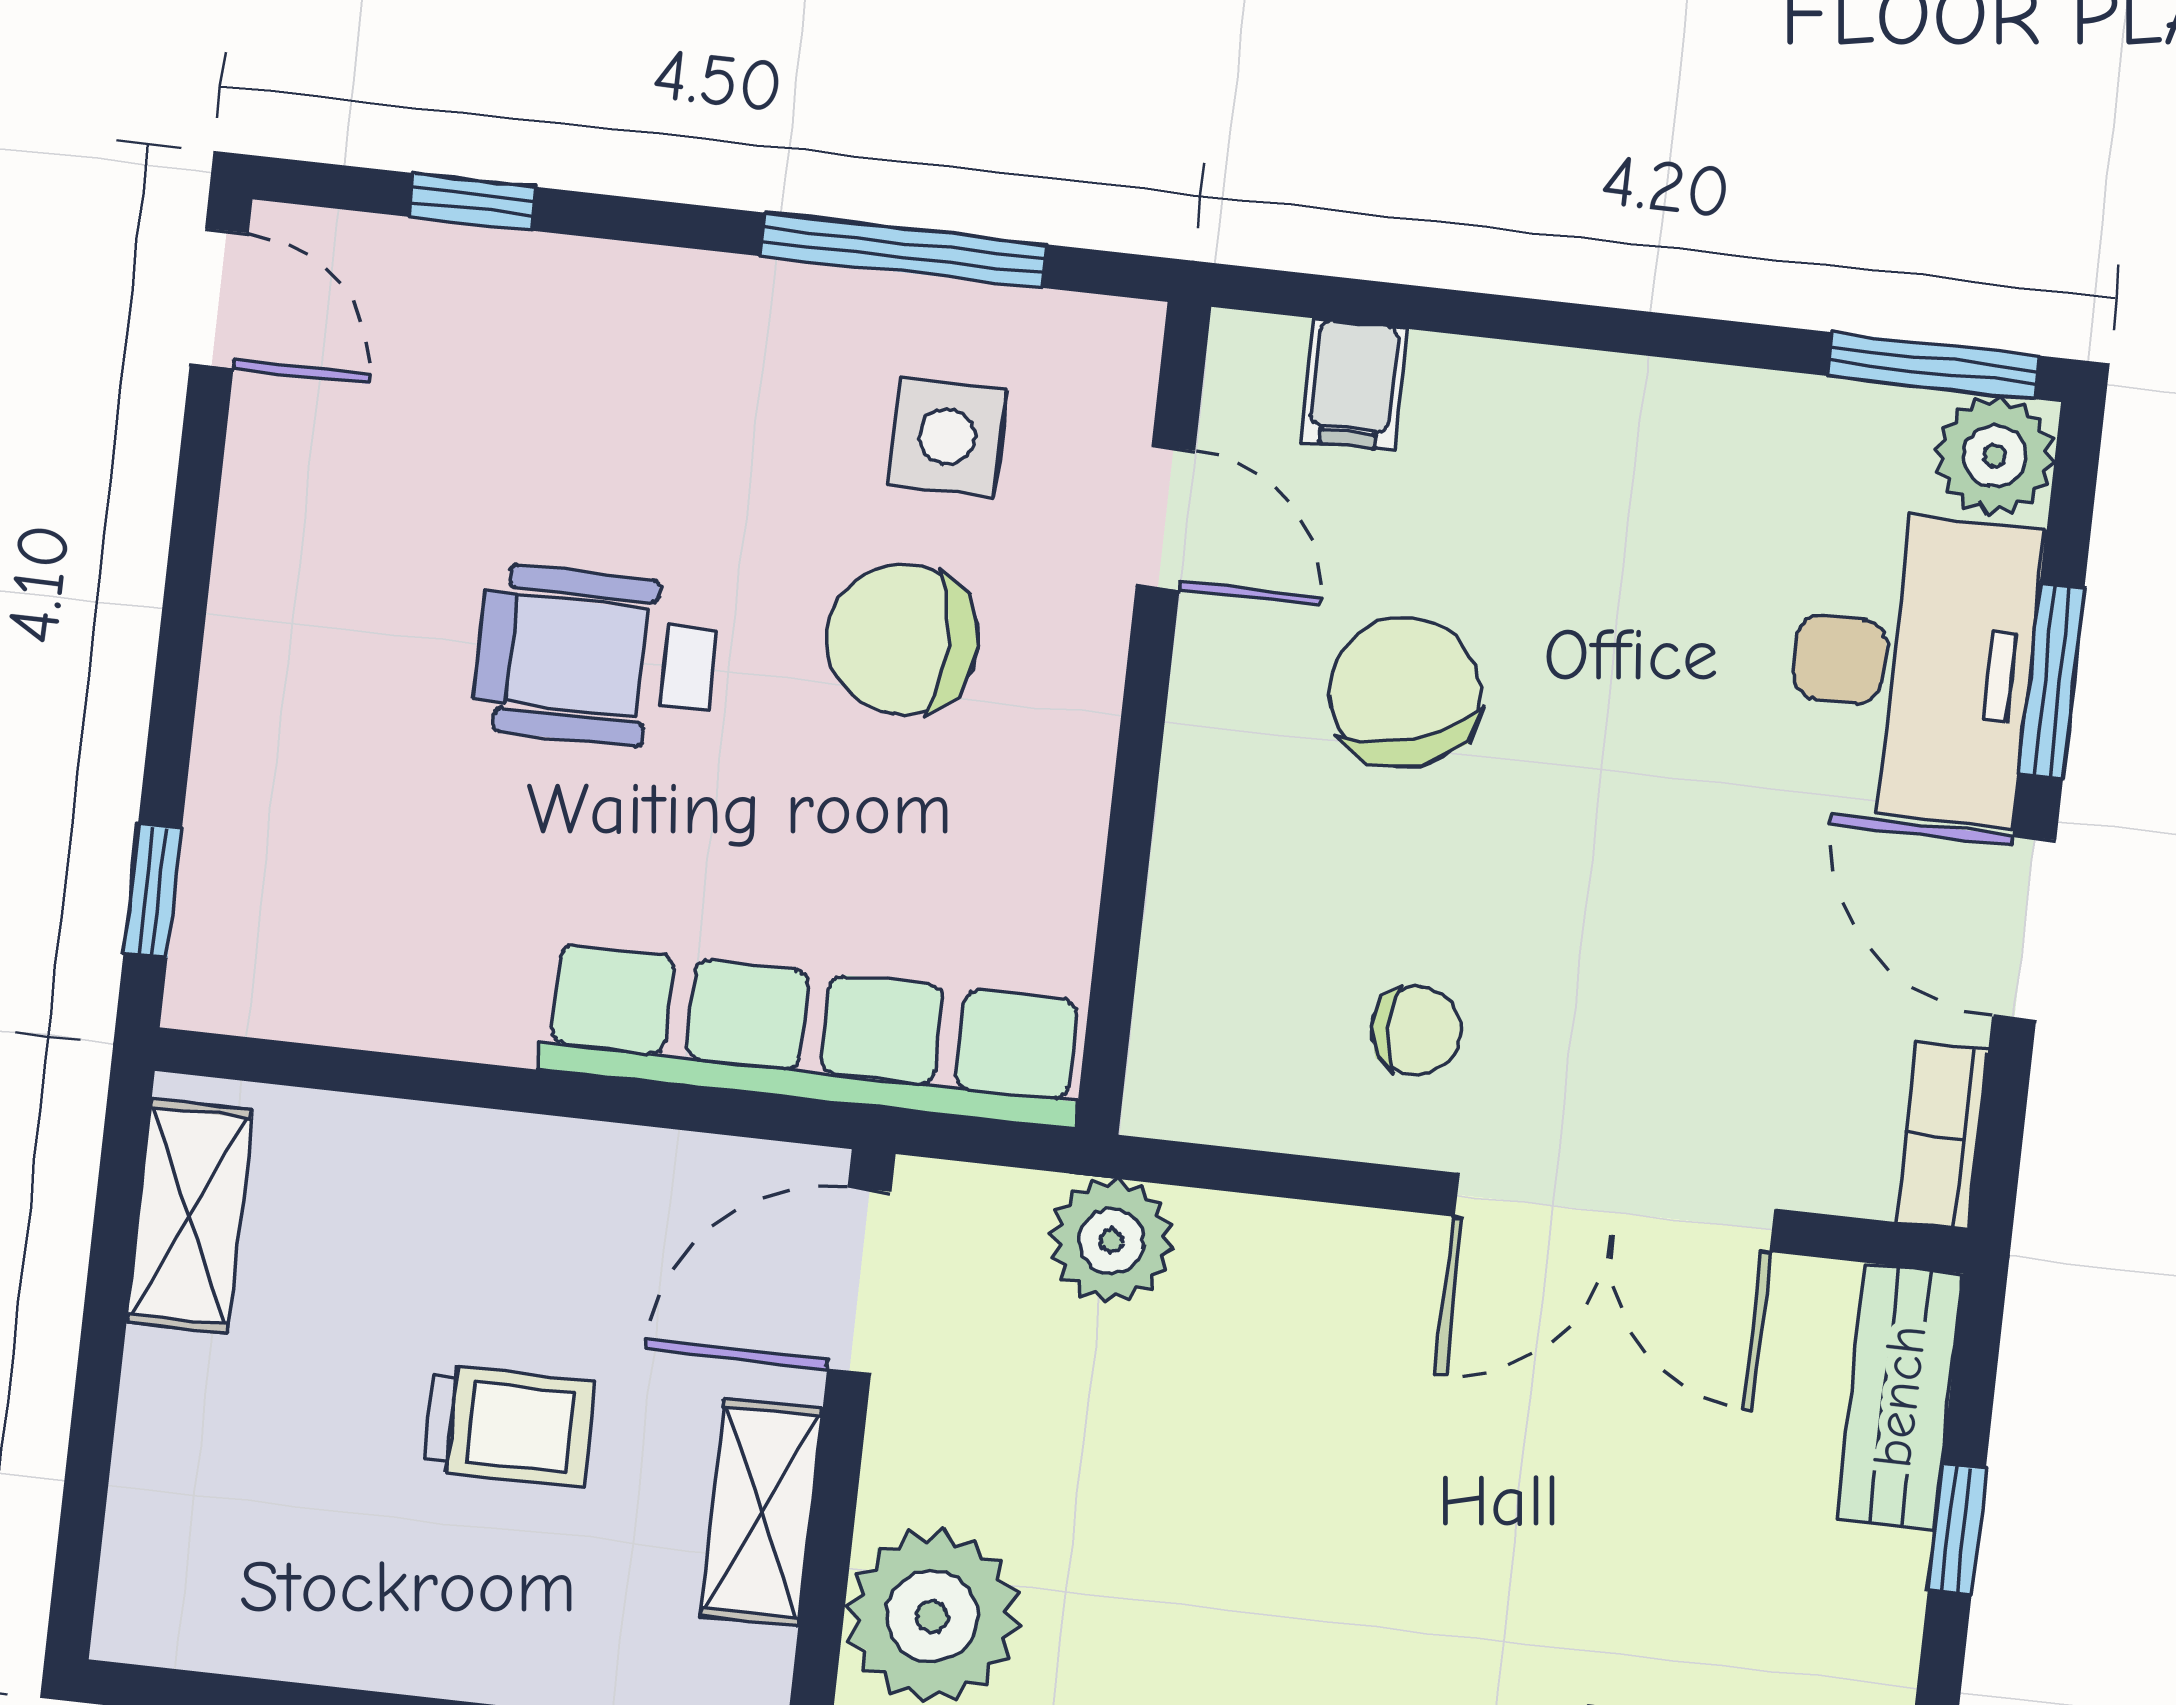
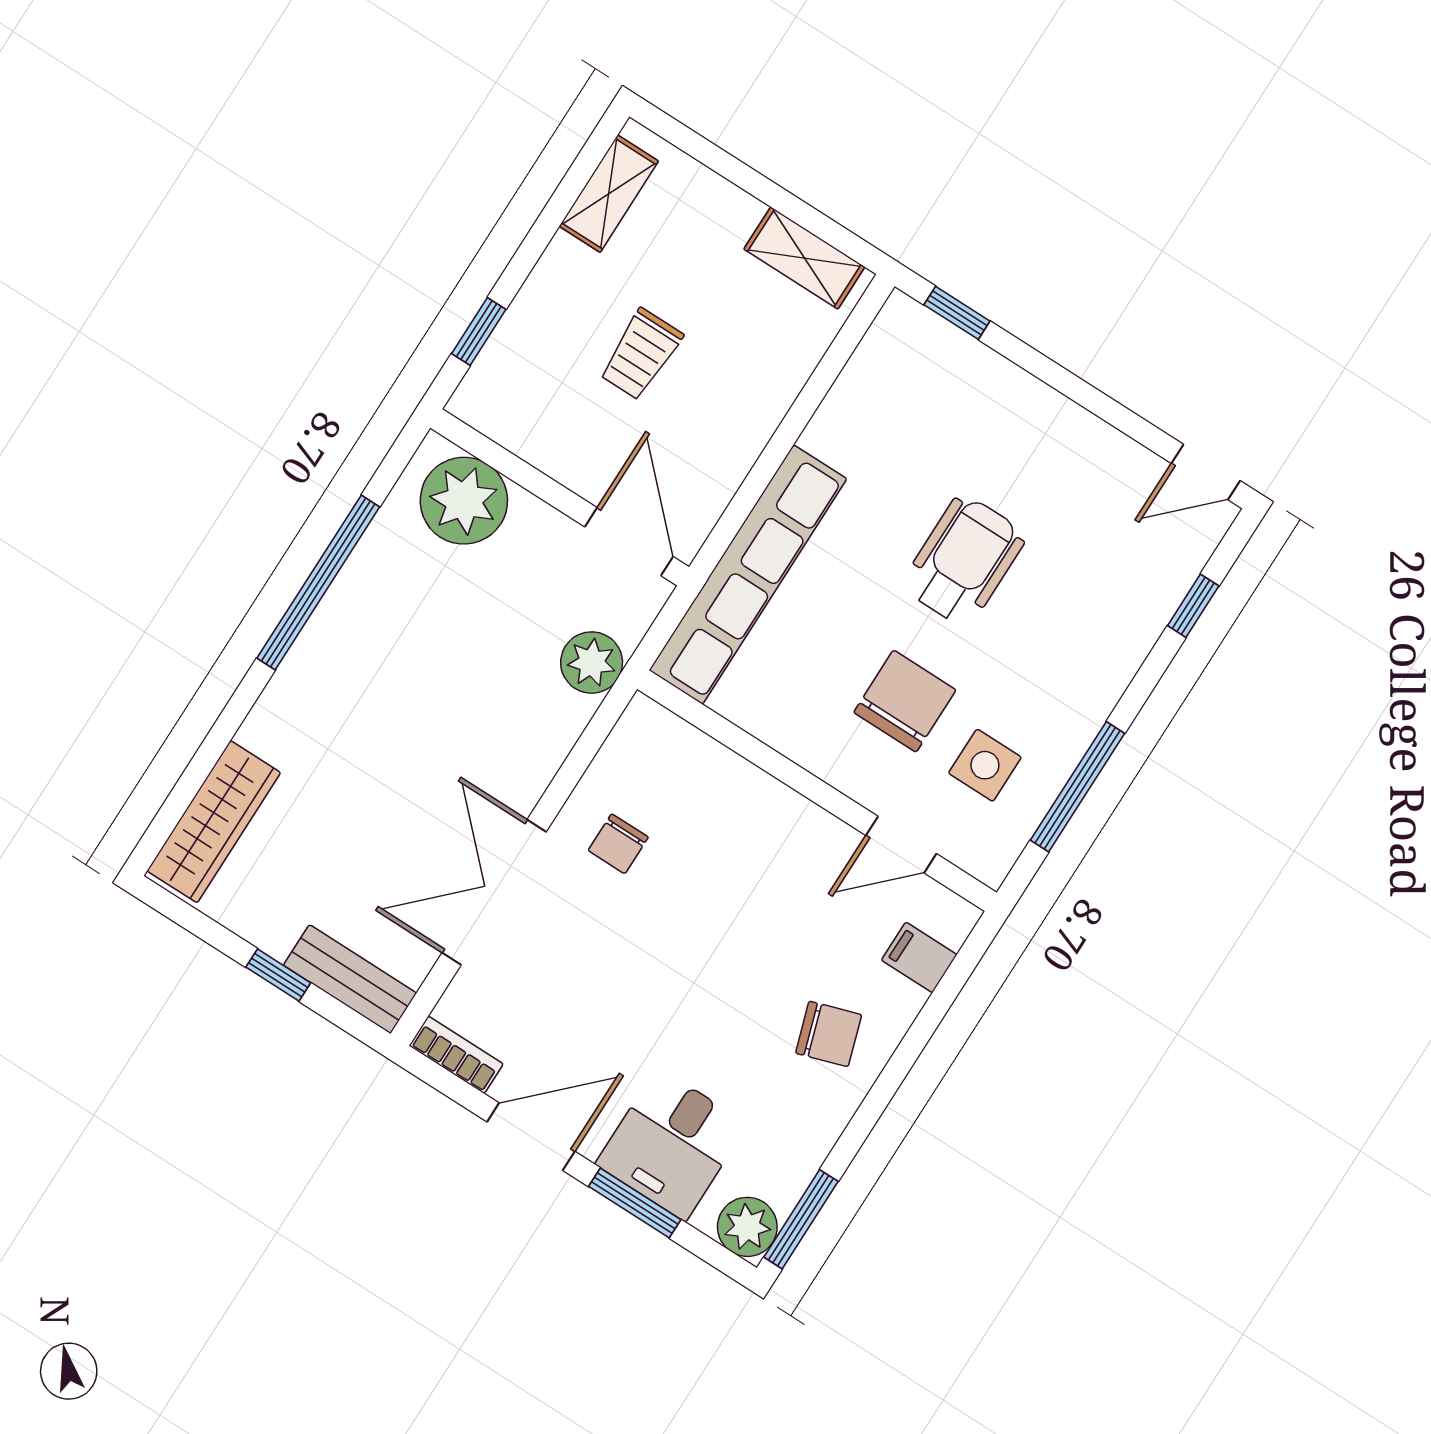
desk: (1913, 667) -> (671, 1144), width x0.73
chair: (1405, 692) -> (829, 1034), moved, width x0.73, depth x0.73
shelving: (762, 1512) -> (609, 194), moved, turned 90

